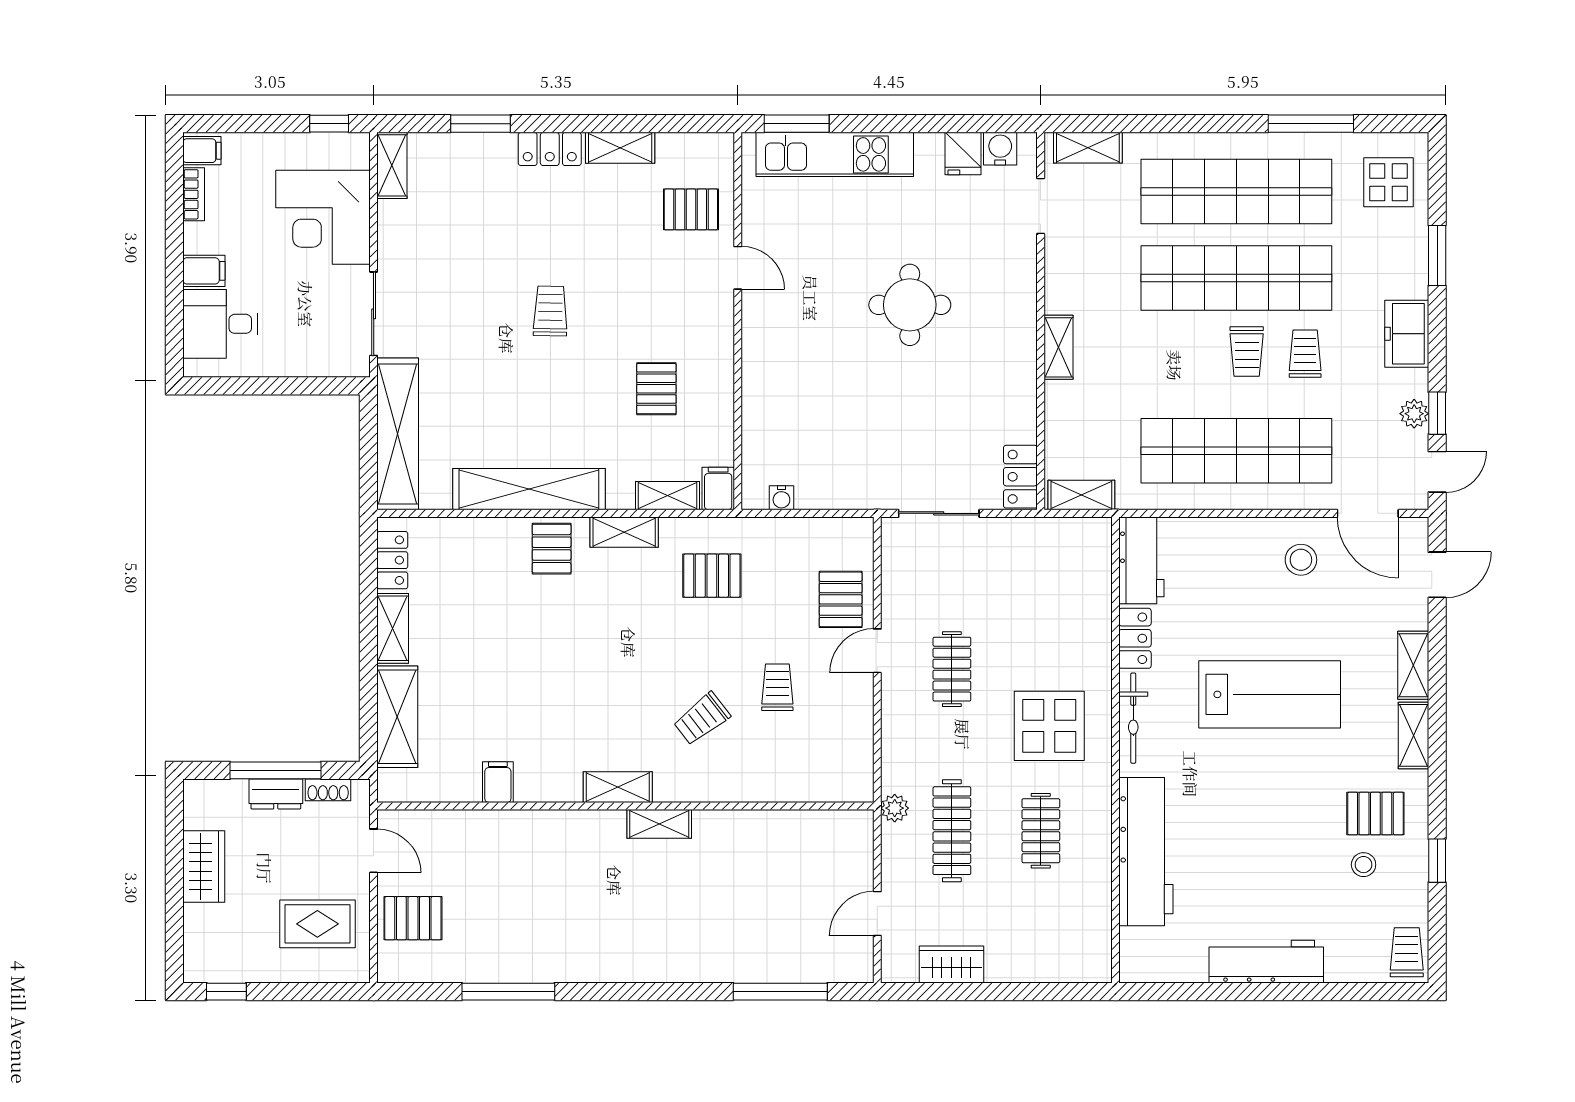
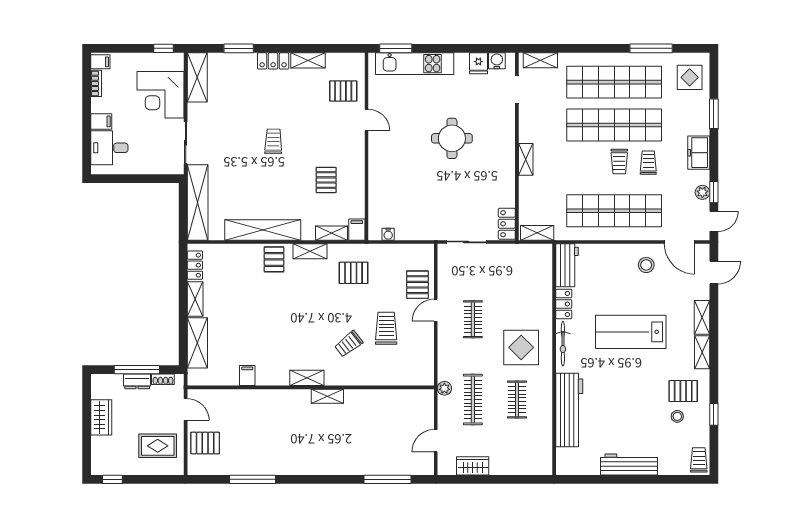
shelving: (392, 165) -> (197, 77), width x1.50, depth x1.33
trolley: (777, 687) -> (386, 328), width x1.36, depth x1.39
lab bench: (1270, 694) -> (631, 332), turned 180

